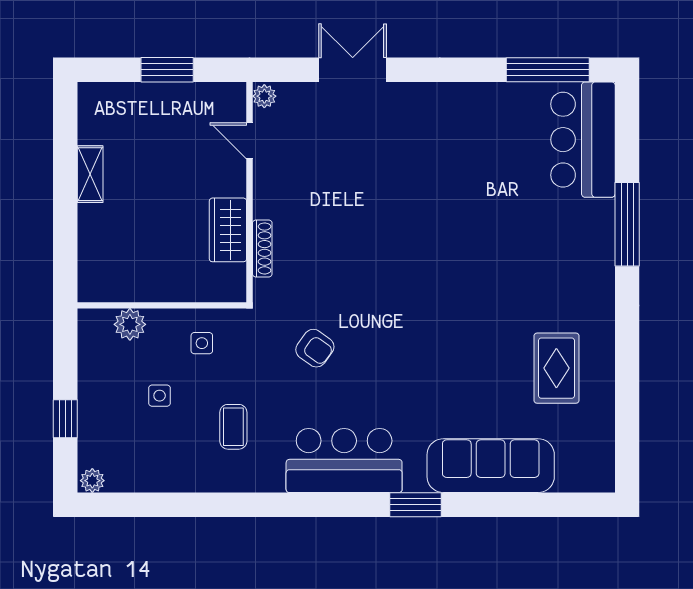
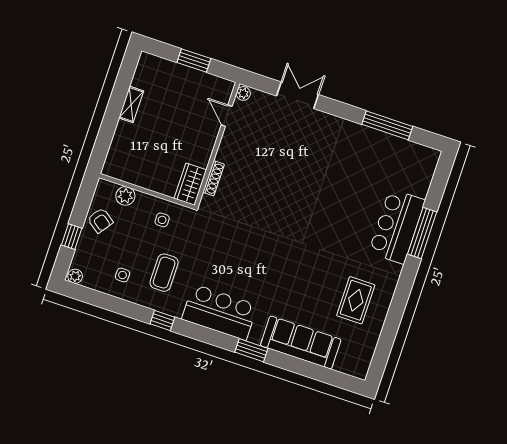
window: (548, 70) -> (387, 125), moved
bar counter: (583, 140) -> (397, 226), moved
wardrobe: (228, 230) -> (190, 184), moved
armchair: (315, 348) -> (100, 220), moved
side table: (160, 396) -> (123, 275), moved
coffee table: (233, 427) -> (164, 273), width x1.36, depth x1.30
window: (256, 505) -> (162, 320), added

